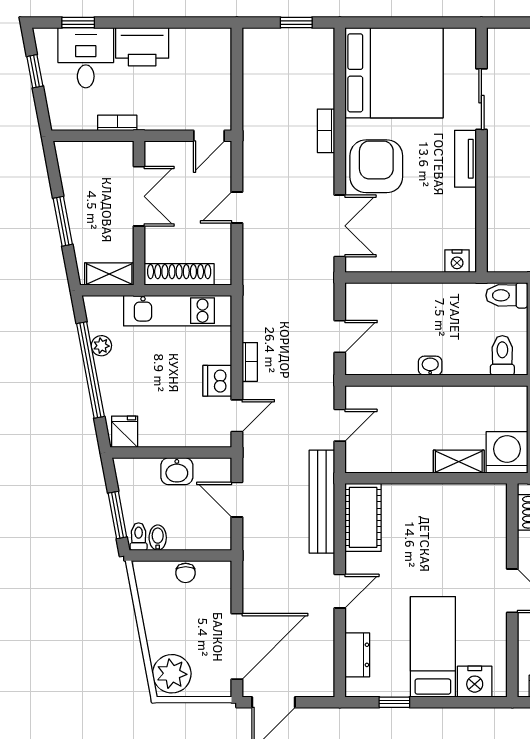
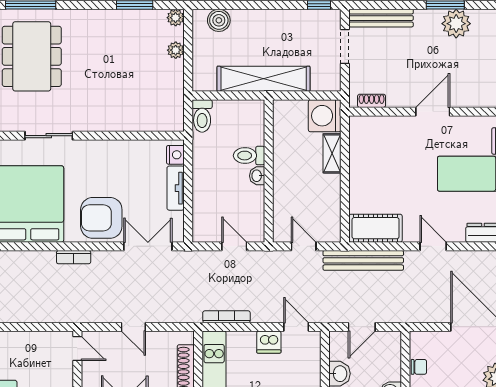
tv unit: (465, 159) -> (176, 188), moved, turned 90
toilet: (502, 355) -> (249, 156), moved
bookcase: (250, 362) -> (226, 317), moved, width x1.56

